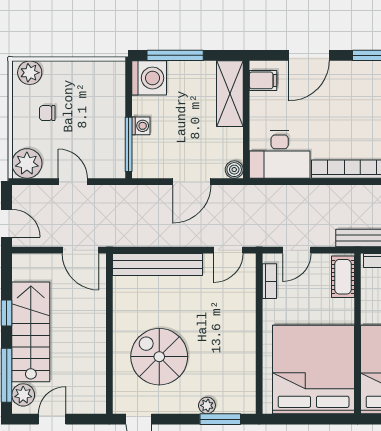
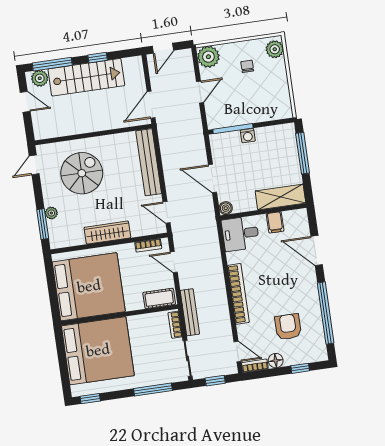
washing machine: (149, 78) -> (283, 137), removed
filing cabinet: (263, 80) -> (275, 222), moved
desk: (280, 155) -> (240, 234), width x0.73
wardrobe: (244, 334) -> (107, 233), added

